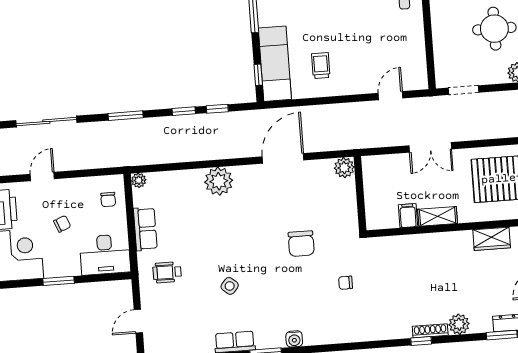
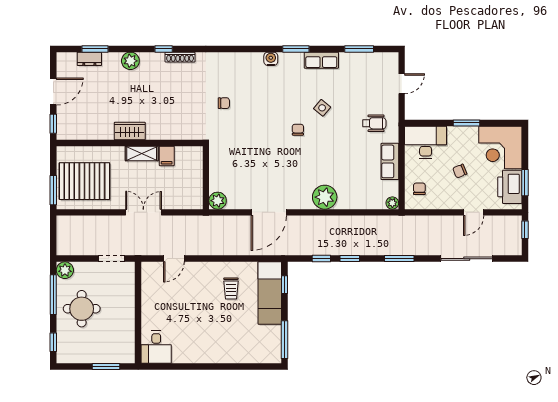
wardrobe: (492, 239) -> (130, 131), moved
chair: (301, 244) -> (298, 130), moved, width x0.54, depth x0.54
shoe rack: (430, 331) -> (180, 57), moved

